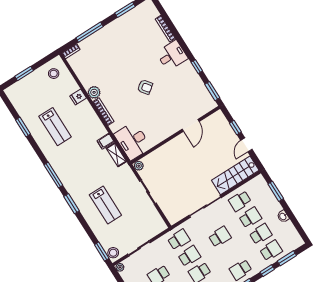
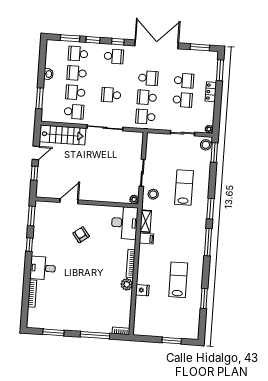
stool: (54, 74) -> (153, 194), moved
armchair: (145, 87) -> (81, 235), moved

